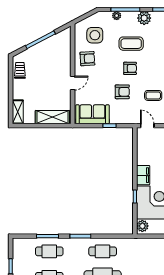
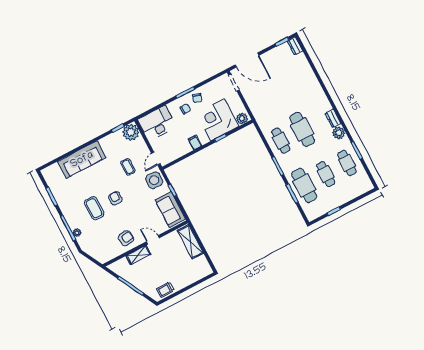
plant: (144, 18) -> (67, 208), removed
side table: (95, 35) -> (154, 180), moved
armchair: (87, 59) -> (126, 238), turned 85
armchair: (122, 92) -> (138, 194), removed
shelving: (18, 112) -> (139, 255), moved
filing cabinet: (143, 175) -> (195, 142), width x0.50
cafe table: (49, 251) -> (304, 185), width x1.37, depth x1.35

